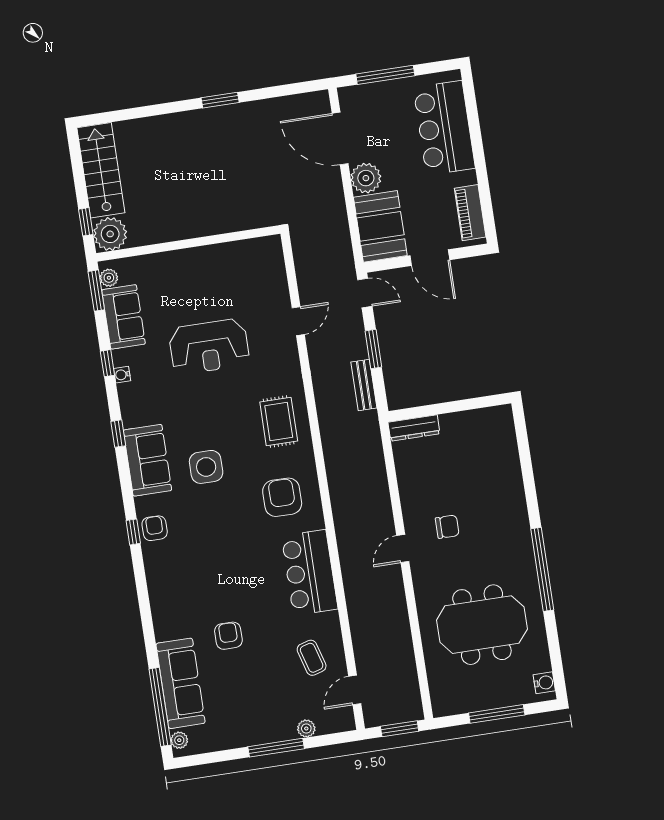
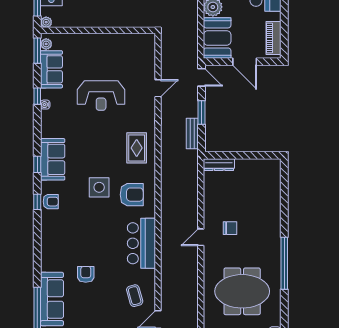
plant: (110, 234) -> (46, 22), width x0.53, depth x0.53
window: (118, 434) -> (37, 164), moved
side table: (206, 467) -> (99, 187), moved
armchair: (282, 497) -> (132, 195), turned 90
armchair: (155, 528) -> (51, 202), turned 90

